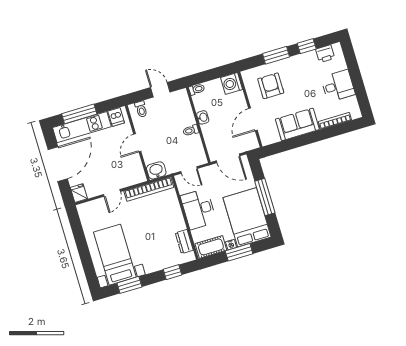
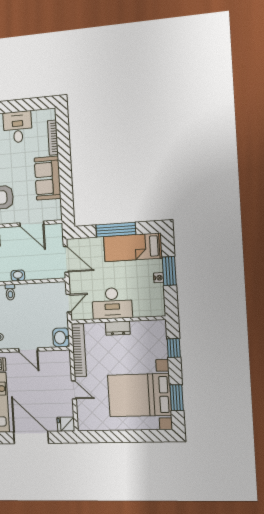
toilet: (191, 130) -> (10, 292), moved
door: (228, 158) -> (66, 259), hinge flipped
bed: (247, 217) -> (133, 247), width x0.67
dresser: (184, 242) -> (118, 328), moved
cot: (211, 247) -> (156, 300), removed
bed with nightstands: (115, 255) -> (139, 395), width x1.36

